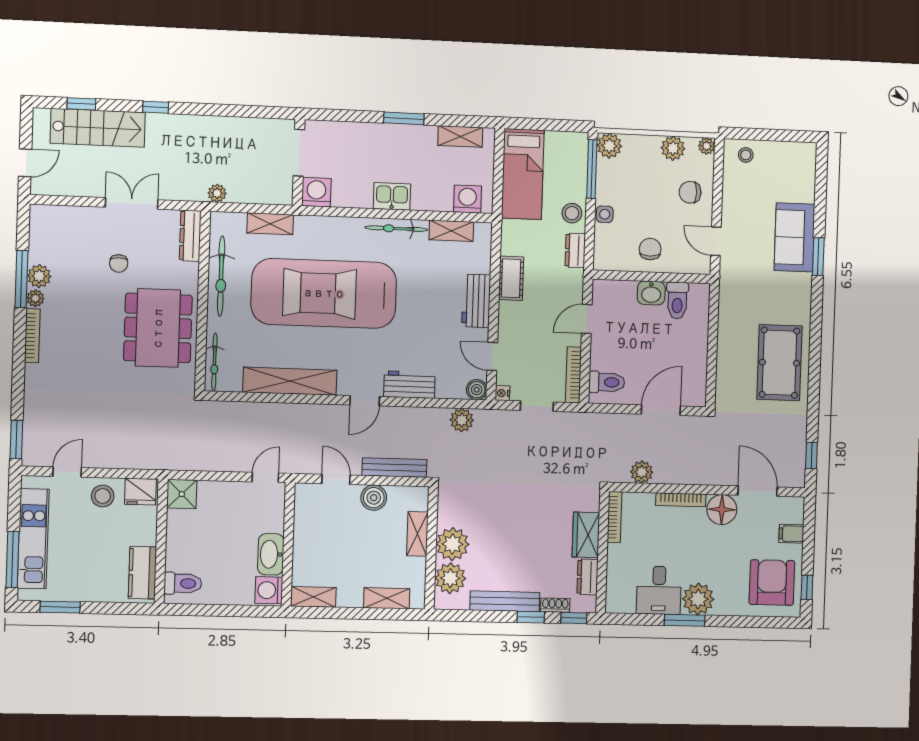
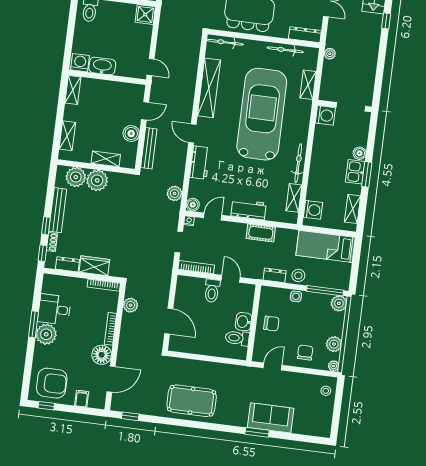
boiler: (371, 133) -> (360, 153), added
kitchen sink: (392, 196) -> (355, 172), moved, turned 180
bicycle: (221, 276) -> (285, 50), width x0.73, depth x0.71
toilet: (607, 382) -> (212, 291), moved

